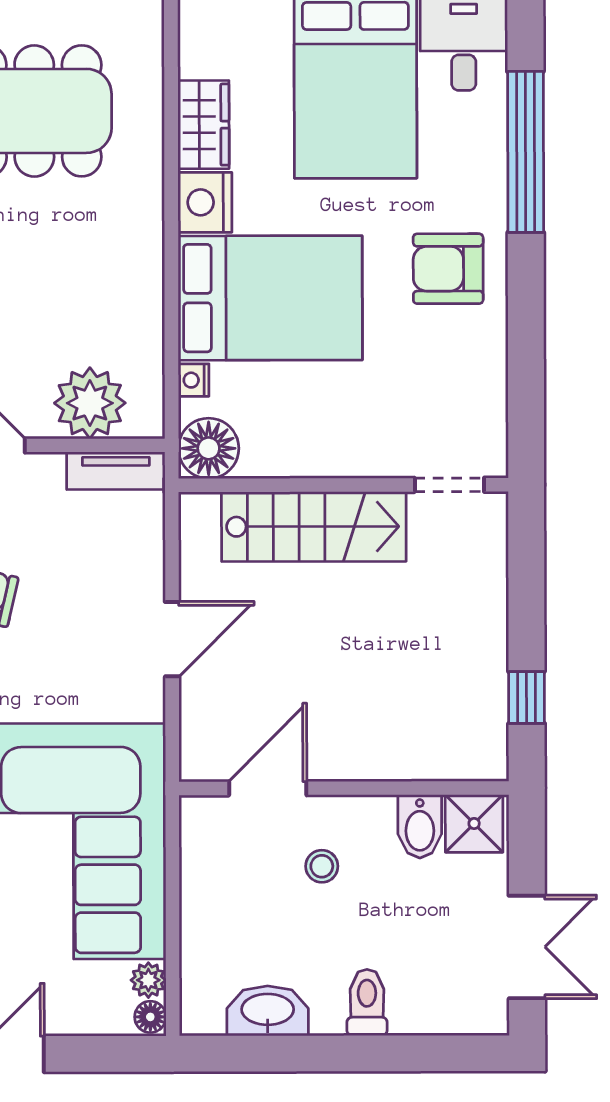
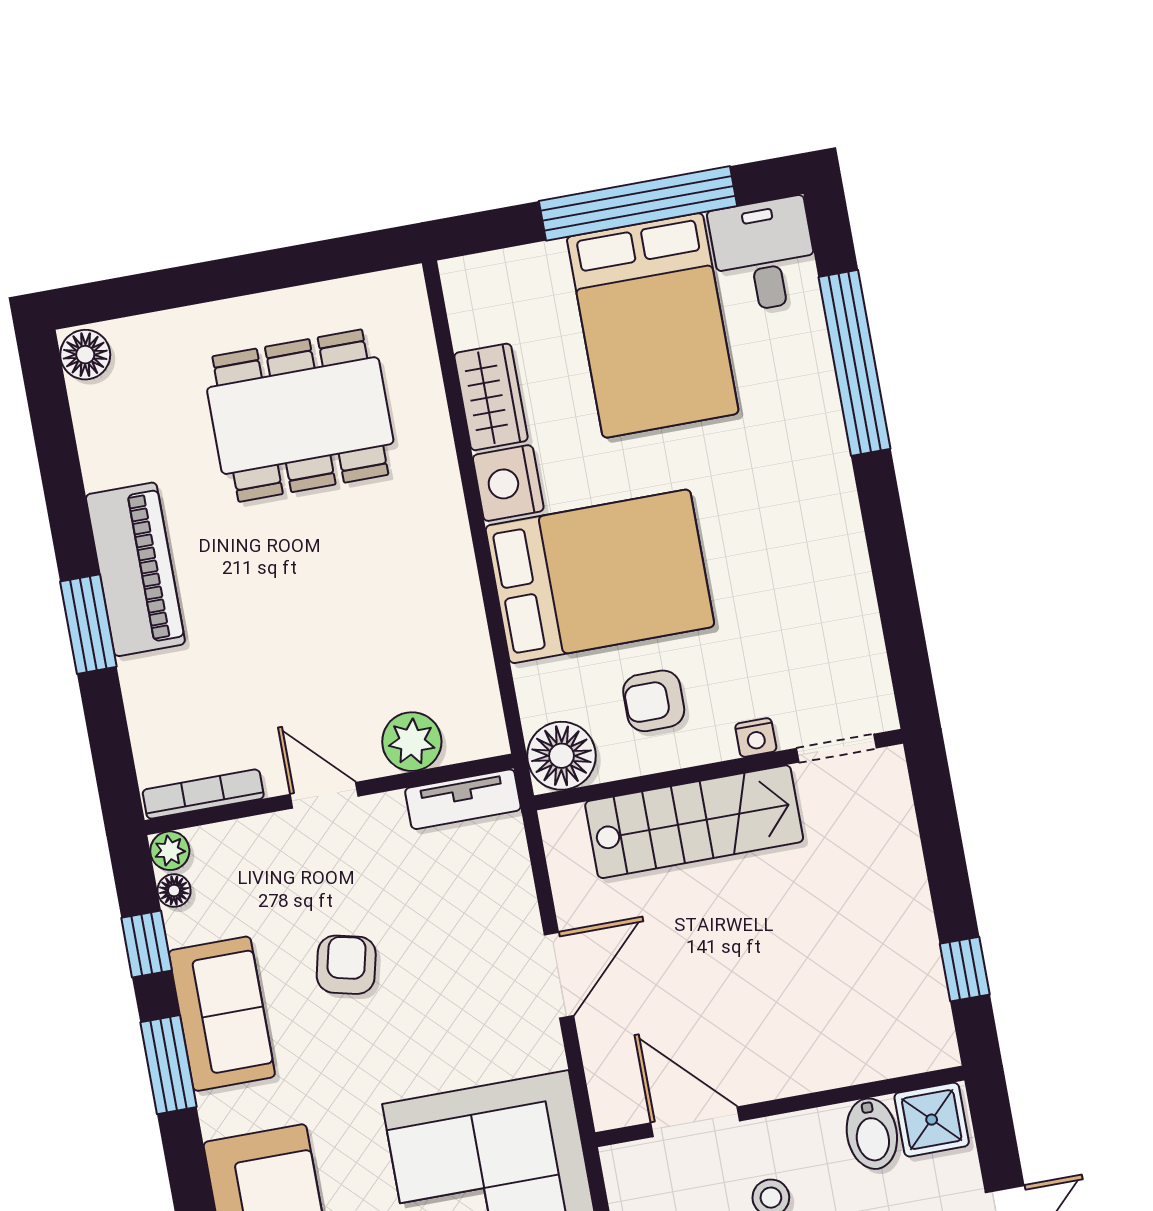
armchair: (448, 269) -> (654, 701), moved, width x0.72, depth x0.72
nightstand: (194, 380) -> (756, 738), moved, turned -90
plant: (90, 403) -> (412, 742), width x0.73, depth x0.73
door: (268, 788) -> (695, 1122), hinge flipped

